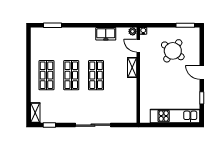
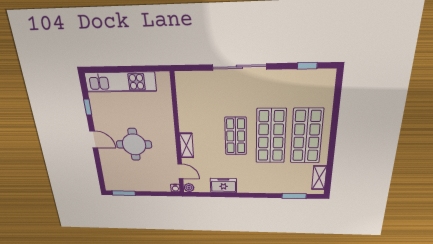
round table: (173, 51) -> (134, 144), moved, turned -36
shop shelf: (46, 75) -> (307, 136), width x1.43, depth x1.36
shop shelf: (71, 75) -> (271, 136), width x1.43, depth x1.36
shelving: (35, 113) -> (319, 178), moved

